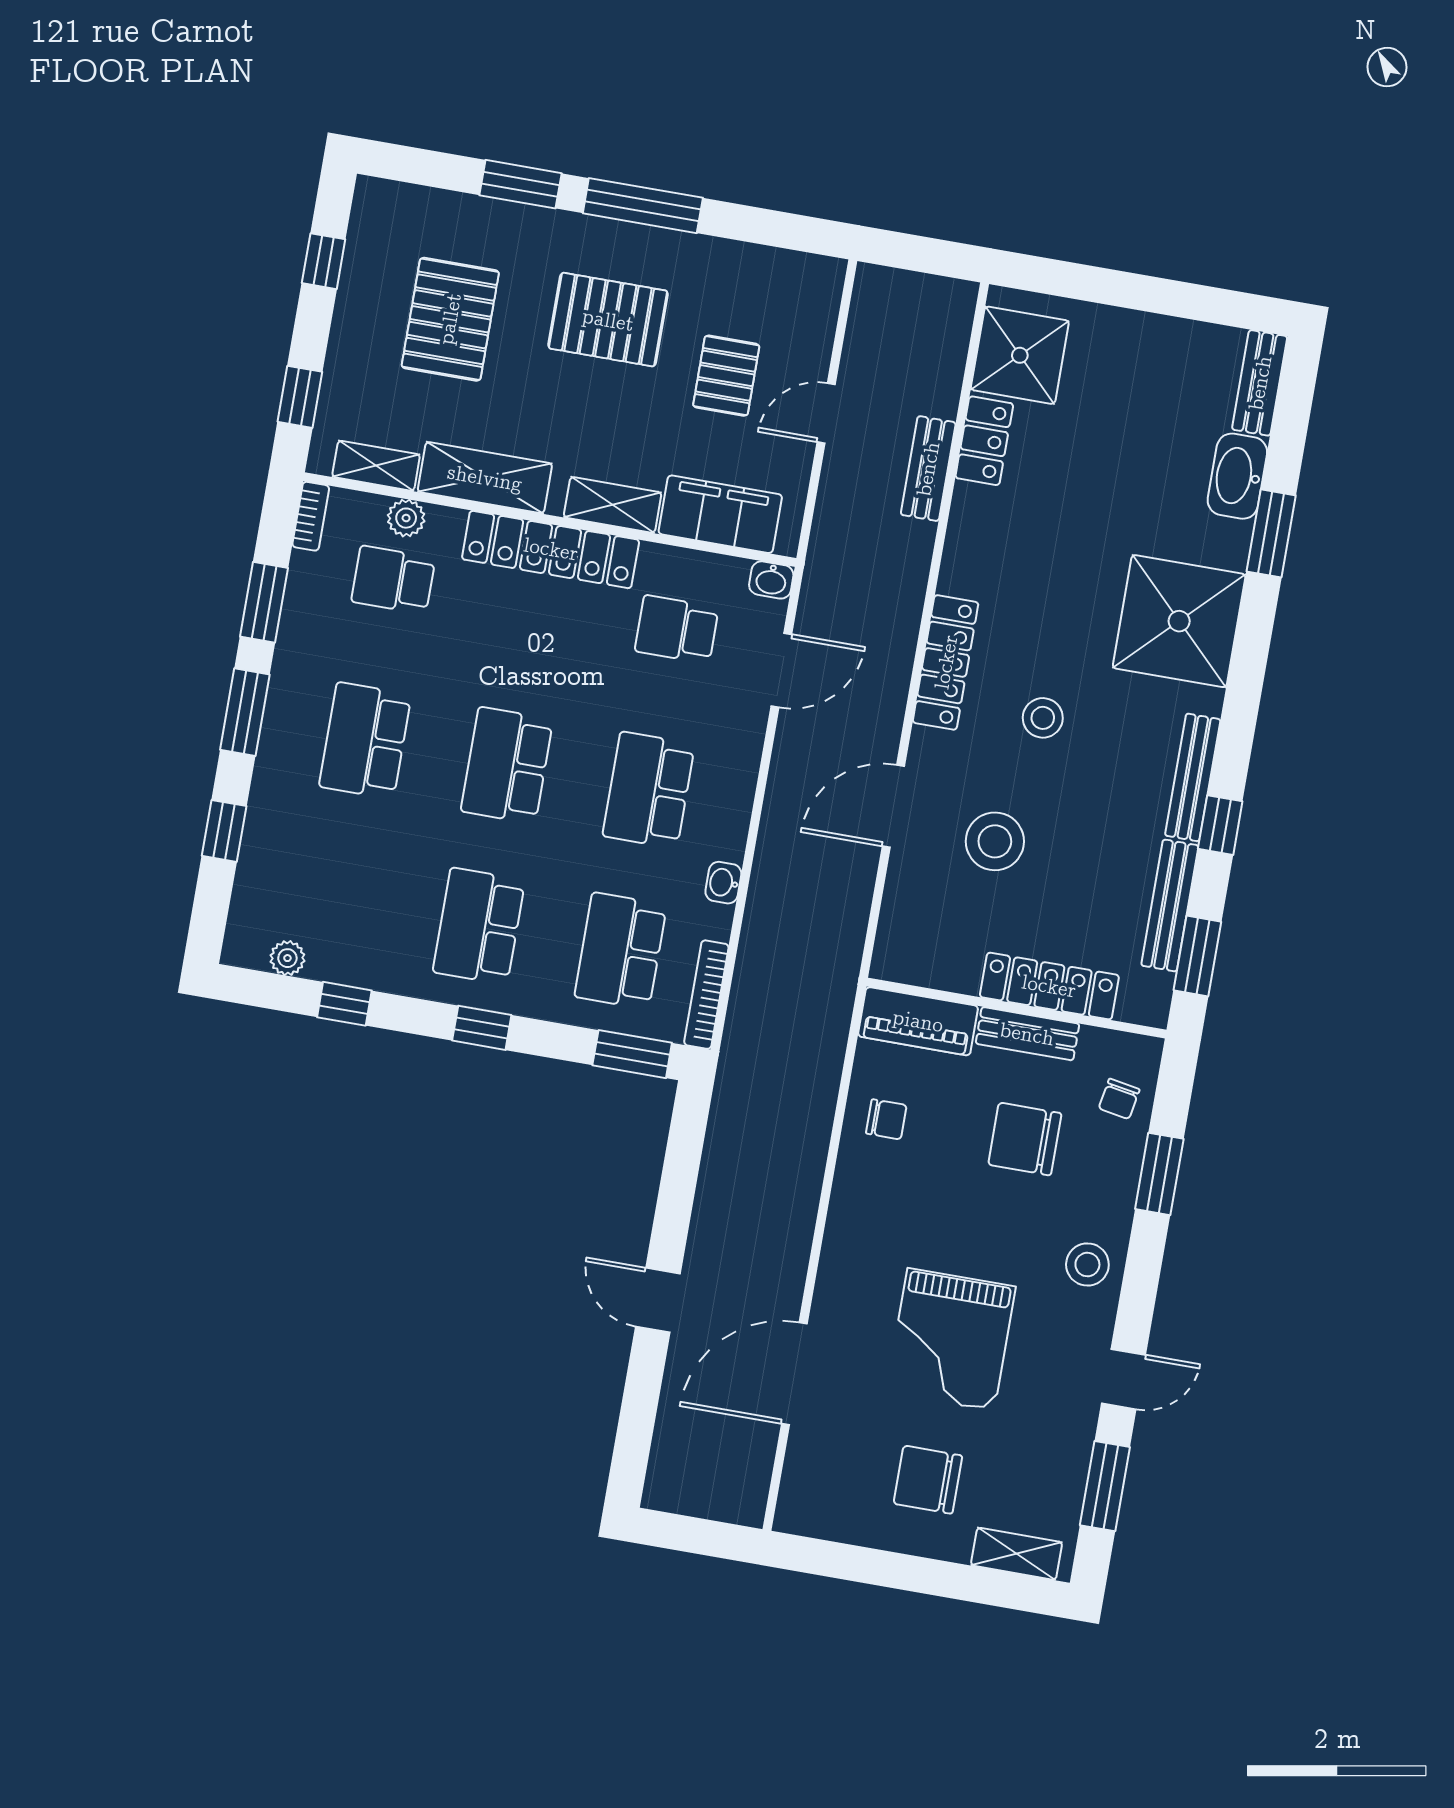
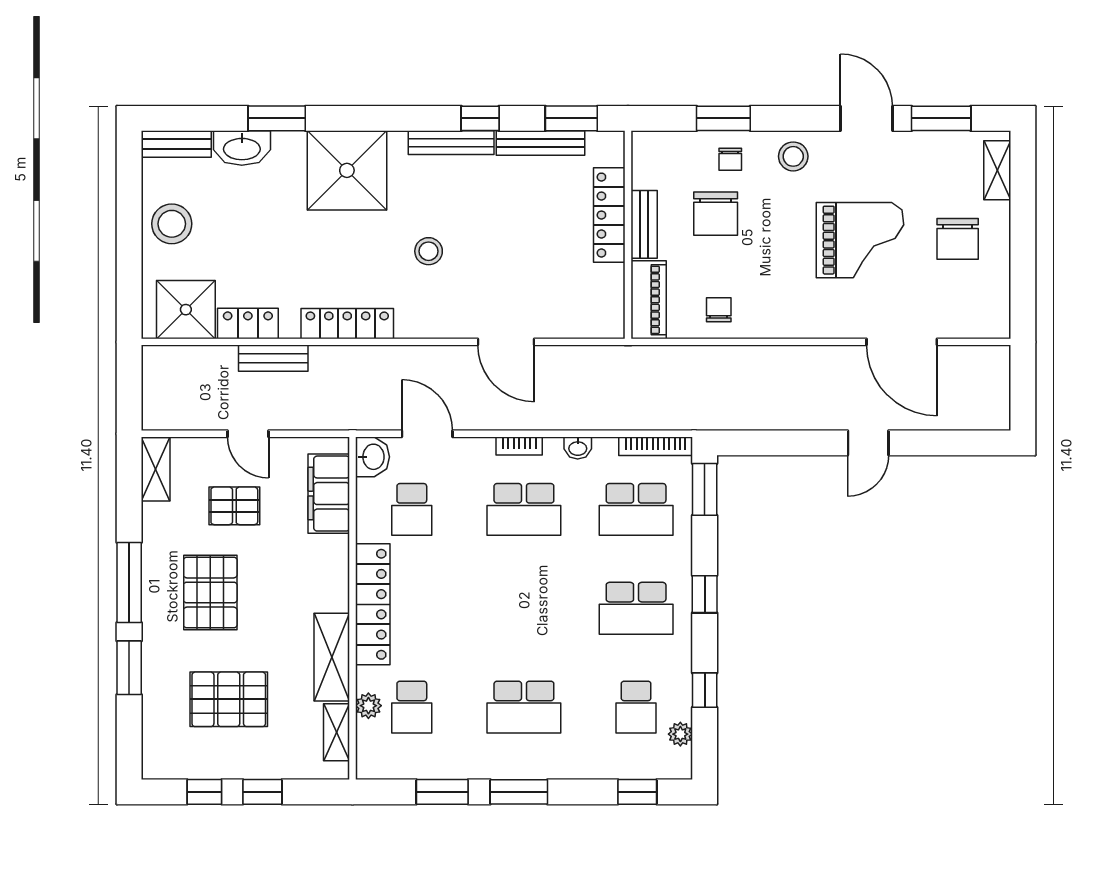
window: (300, 397) -> (262, 792), moved
shelving: (613, 505) -> (156, 469), moved
bookcase: (311, 516) -> (519, 446), moved, turned 180
washbasin: (771, 580) -> (372, 457), width x1.38, depth x1.45
locker: (946, 662) -> (347, 324), moved
school desk: (507, 765) -> (636, 707), moved, width x0.54
window: (224, 831) -> (637, 792), moved
stool: (995, 841) -> (172, 224), moved
chair: (1119, 1099) -> (730, 159), moved, turned 80
door: (1124, 1379) -> (866, 118), width x1.38

